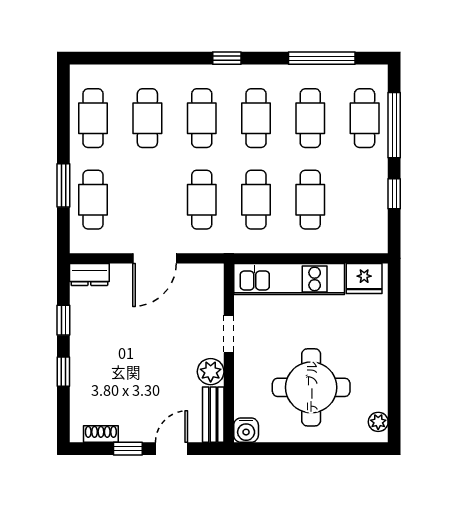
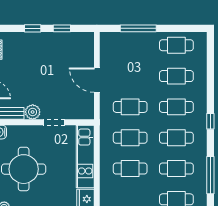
window: (63, 185) -> (138, 28), width x1.44
cafe table: (93, 200) -> (130, 45), removed
dresser: (89, 274) -> (88, 43), removed

